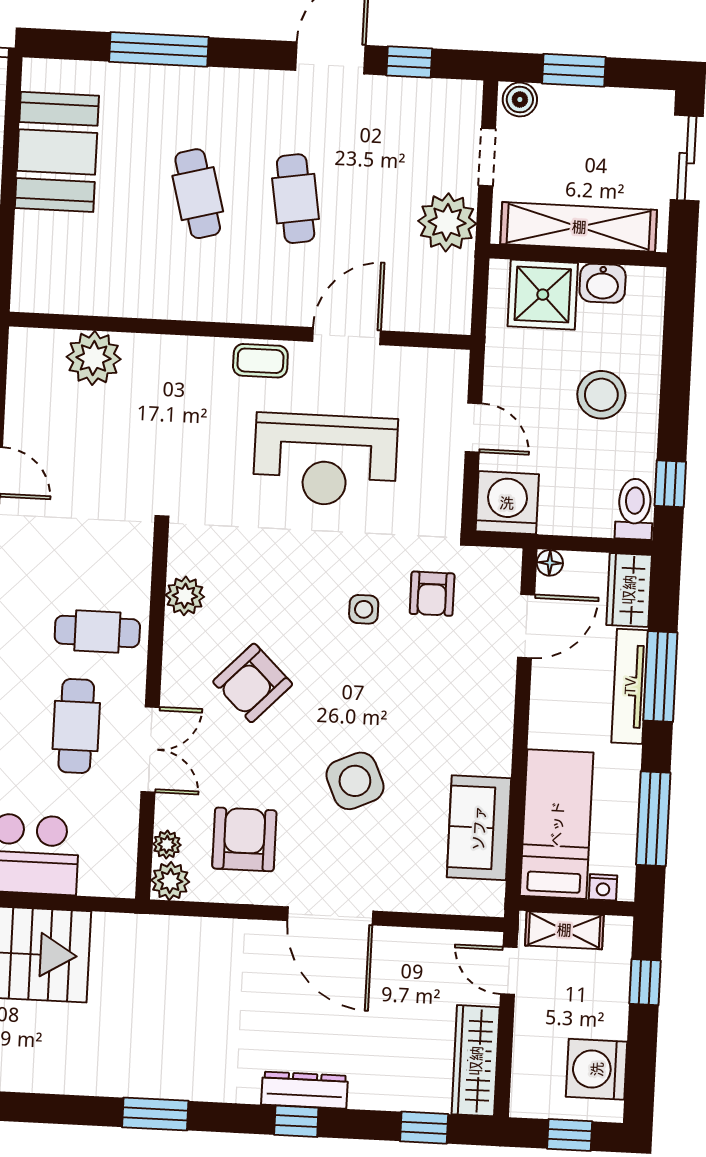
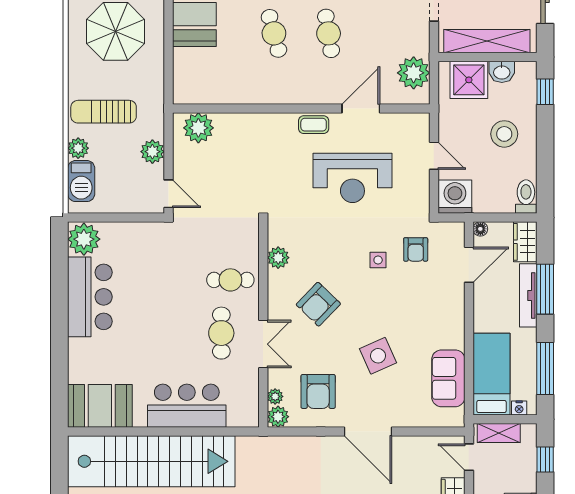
plant: (447, 222) -> (414, 73), moved
plant: (94, 358) -> (198, 128), moved
window: (670, 484) -> (545, 92), moved
armchair: (244, 839) -> (318, 391), turned 180

